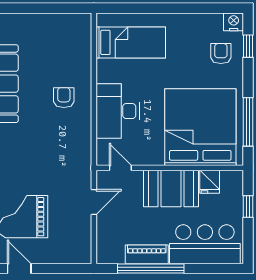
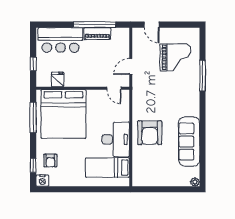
armchair: (64, 98) -> (150, 133), width x1.88, depth x1.88
desk: (118, 111) -> (116, 139), moved
booth: (171, 189) -> (82, 75), removed
door: (19, 269) -> (152, 25), moved

